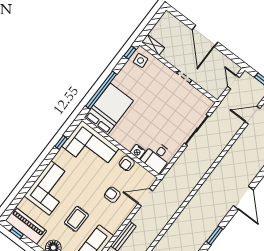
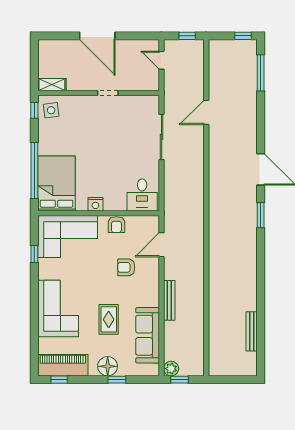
door: (252, 115) -> (206, 112), moved
nightstand: (138, 152) -> (95, 204), moved
window: (215, 235) -> (261, 215), moved

